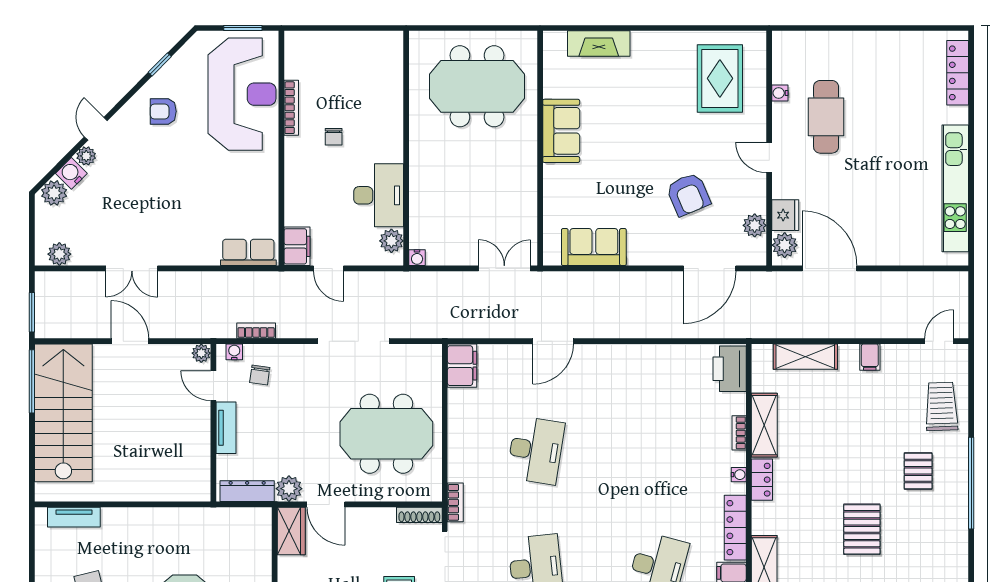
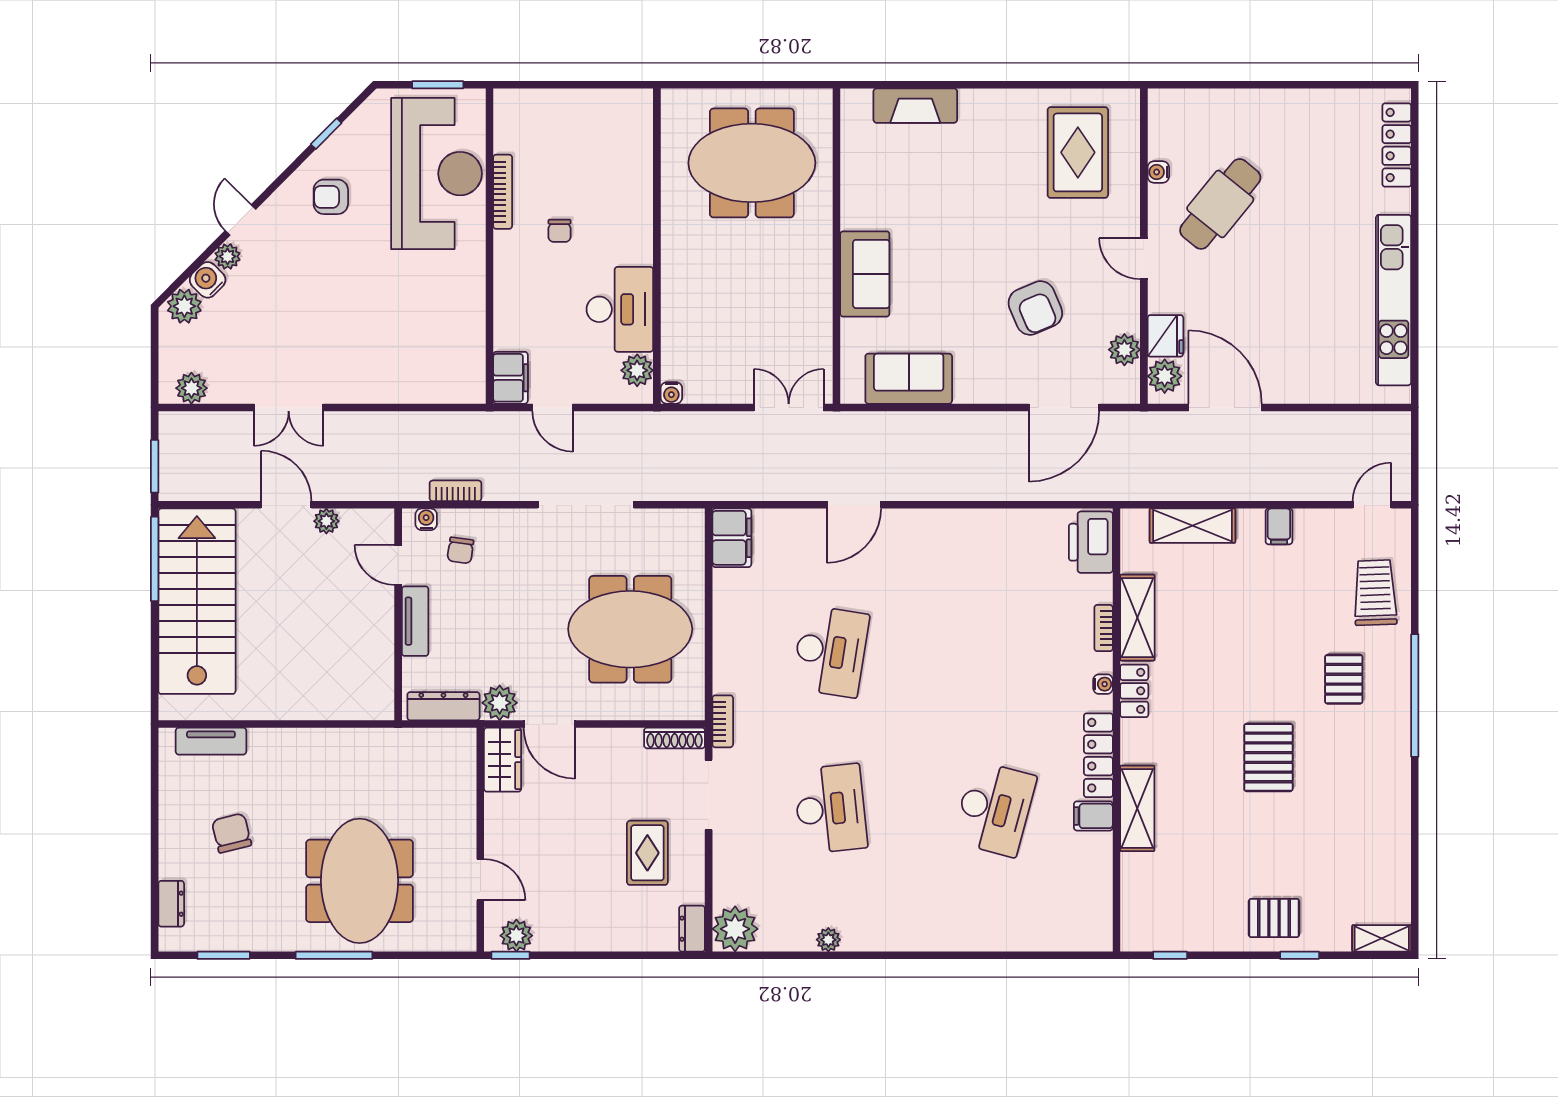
cafe table: (826, 117) -> (1220, 204), turned 39
sofa: (561, 131) -> (865, 274), moved
row of seats: (248, 252) -> (445, 386), removed
plant: (201, 353) -> (326, 521), moved

